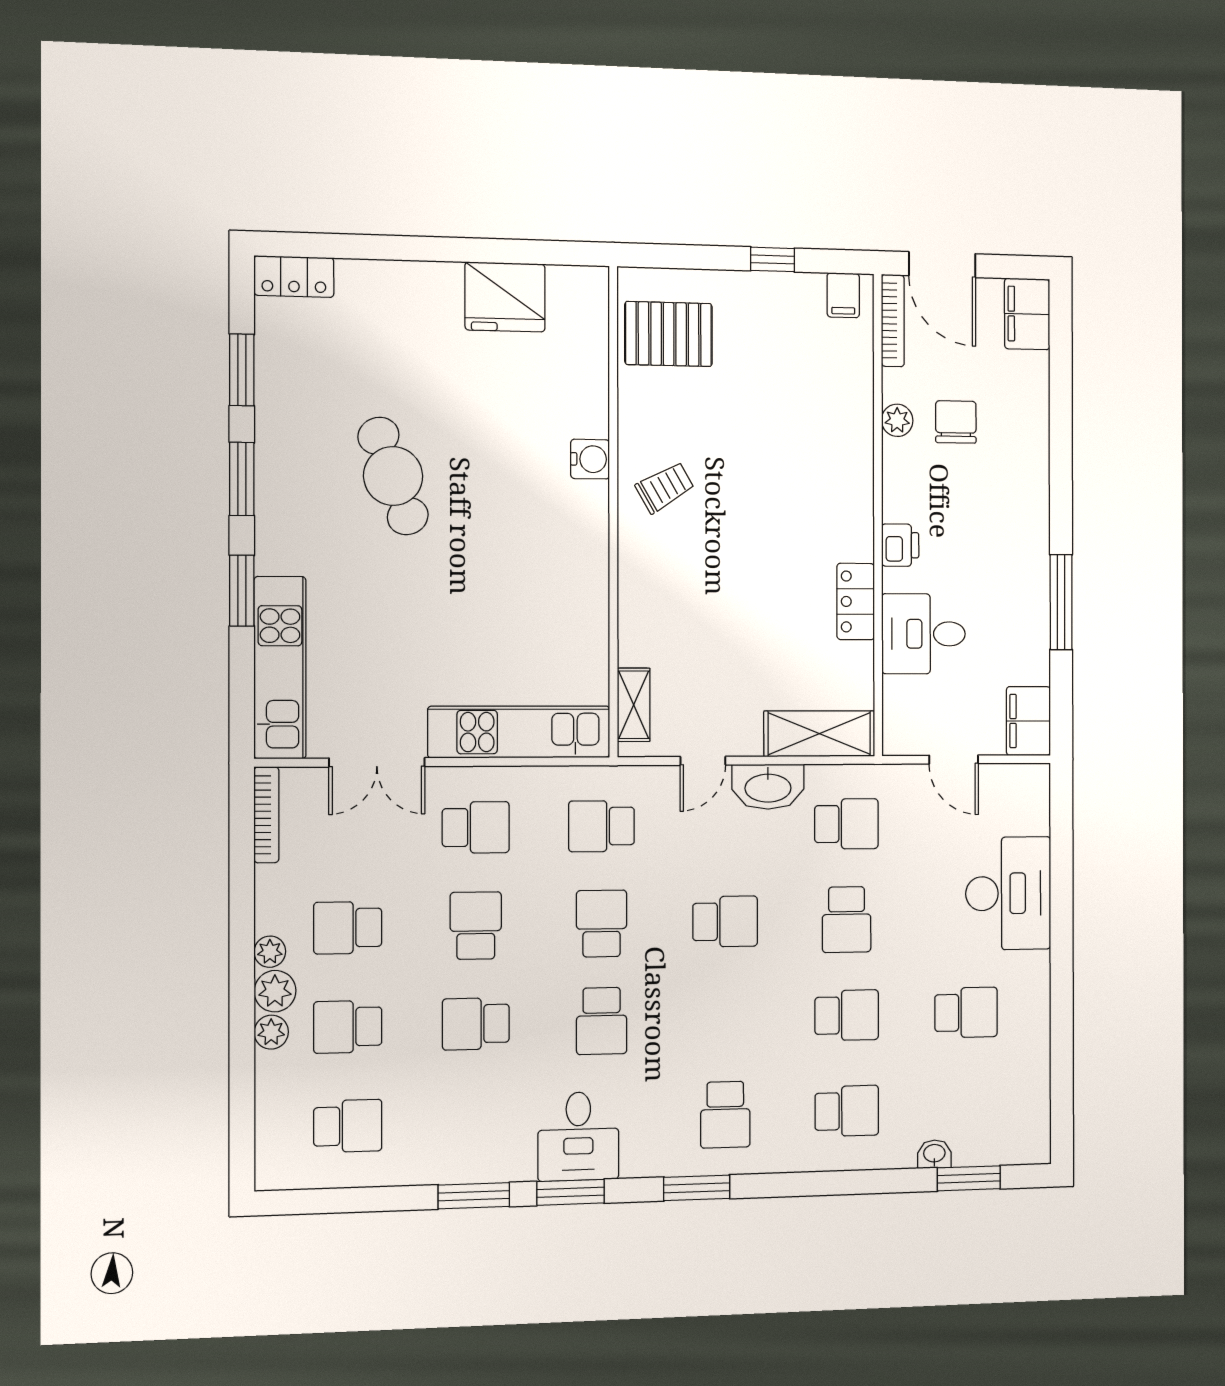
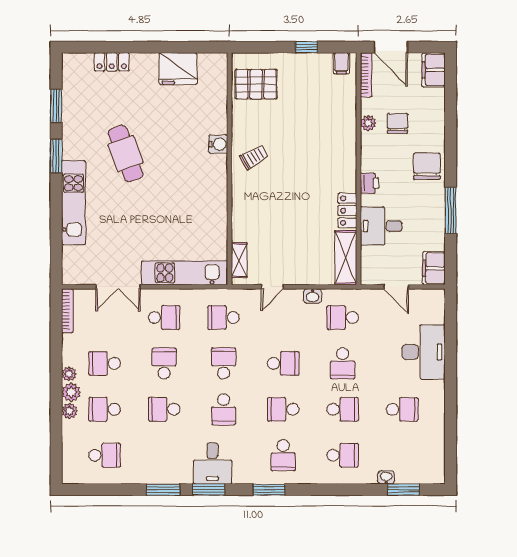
locker: (294, 277) -> (112, 62), moved
chair: (1014, 511) -> (427, 166), added
window: (242, 591) -> (56, 207), removed
kitchen unit: (280, 668) -> (74, 203), moved
shelving: (819, 734) -> (346, 258), moved, turned 90
washbasin: (768, 787) -> (312, 296), width x0.52, depth x0.69
school desk: (846, 824) -> (343, 317), turned 180
school desk: (725, 1018) -> (283, 409), added

